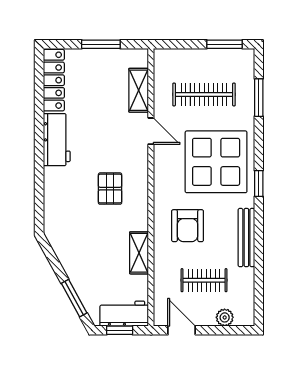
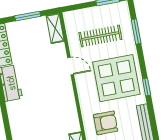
shelving: (139, 90) -> (55, 28), moved
pallet: (110, 189) -> (51, 108), removed
armchair: (188, 226) -> (106, 123), turned -90

